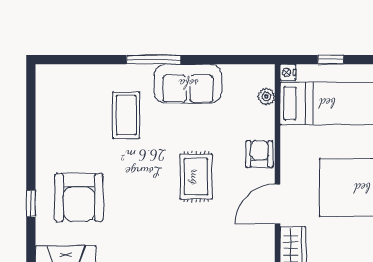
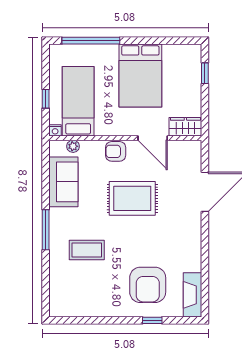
sofa: (188, 84) -> (63, 182), moved
rug: (196, 177) -> (132, 198), width x1.36, depth x1.43
armchair: (79, 197) -> (148, 285), turned 90

